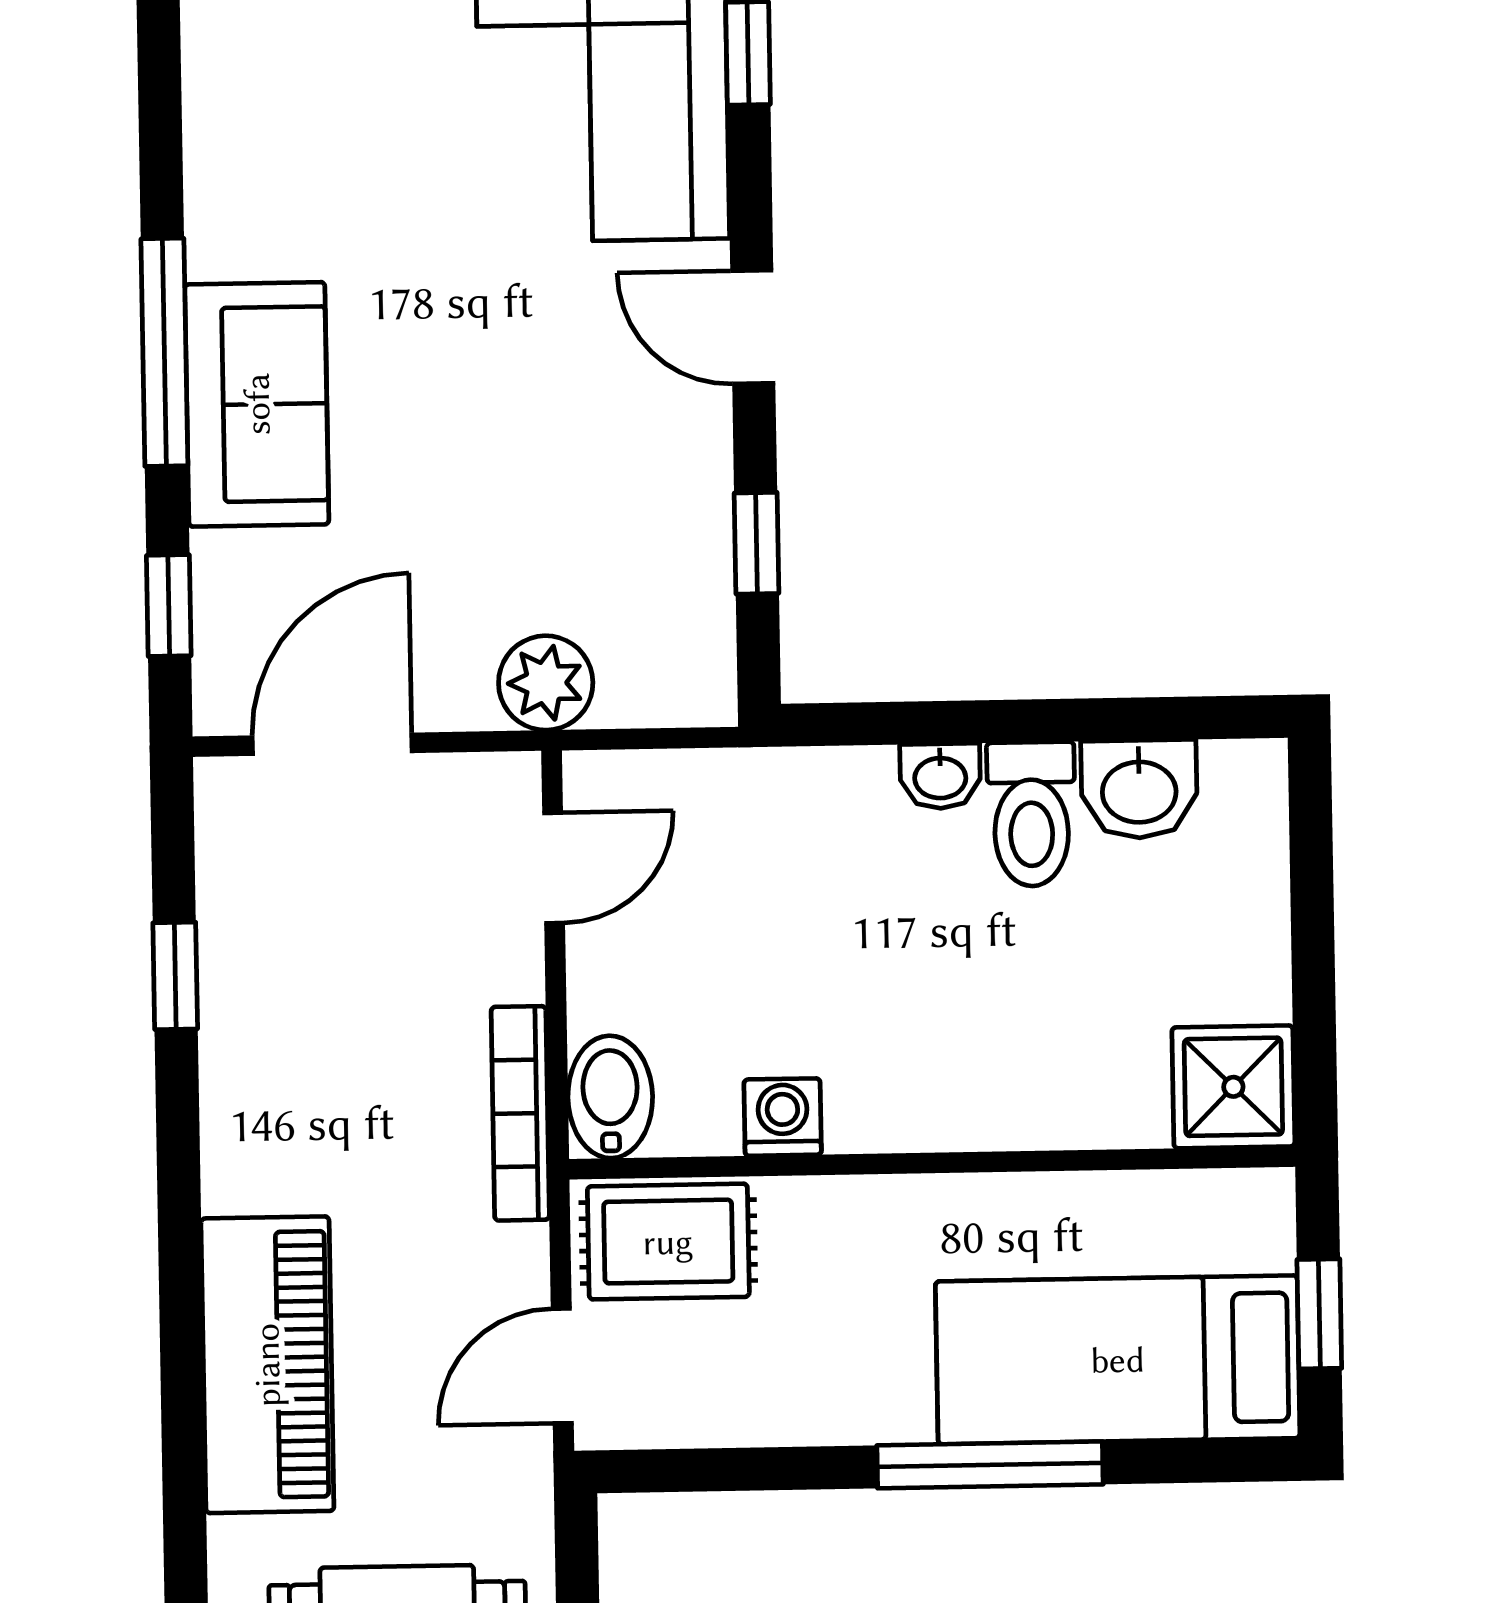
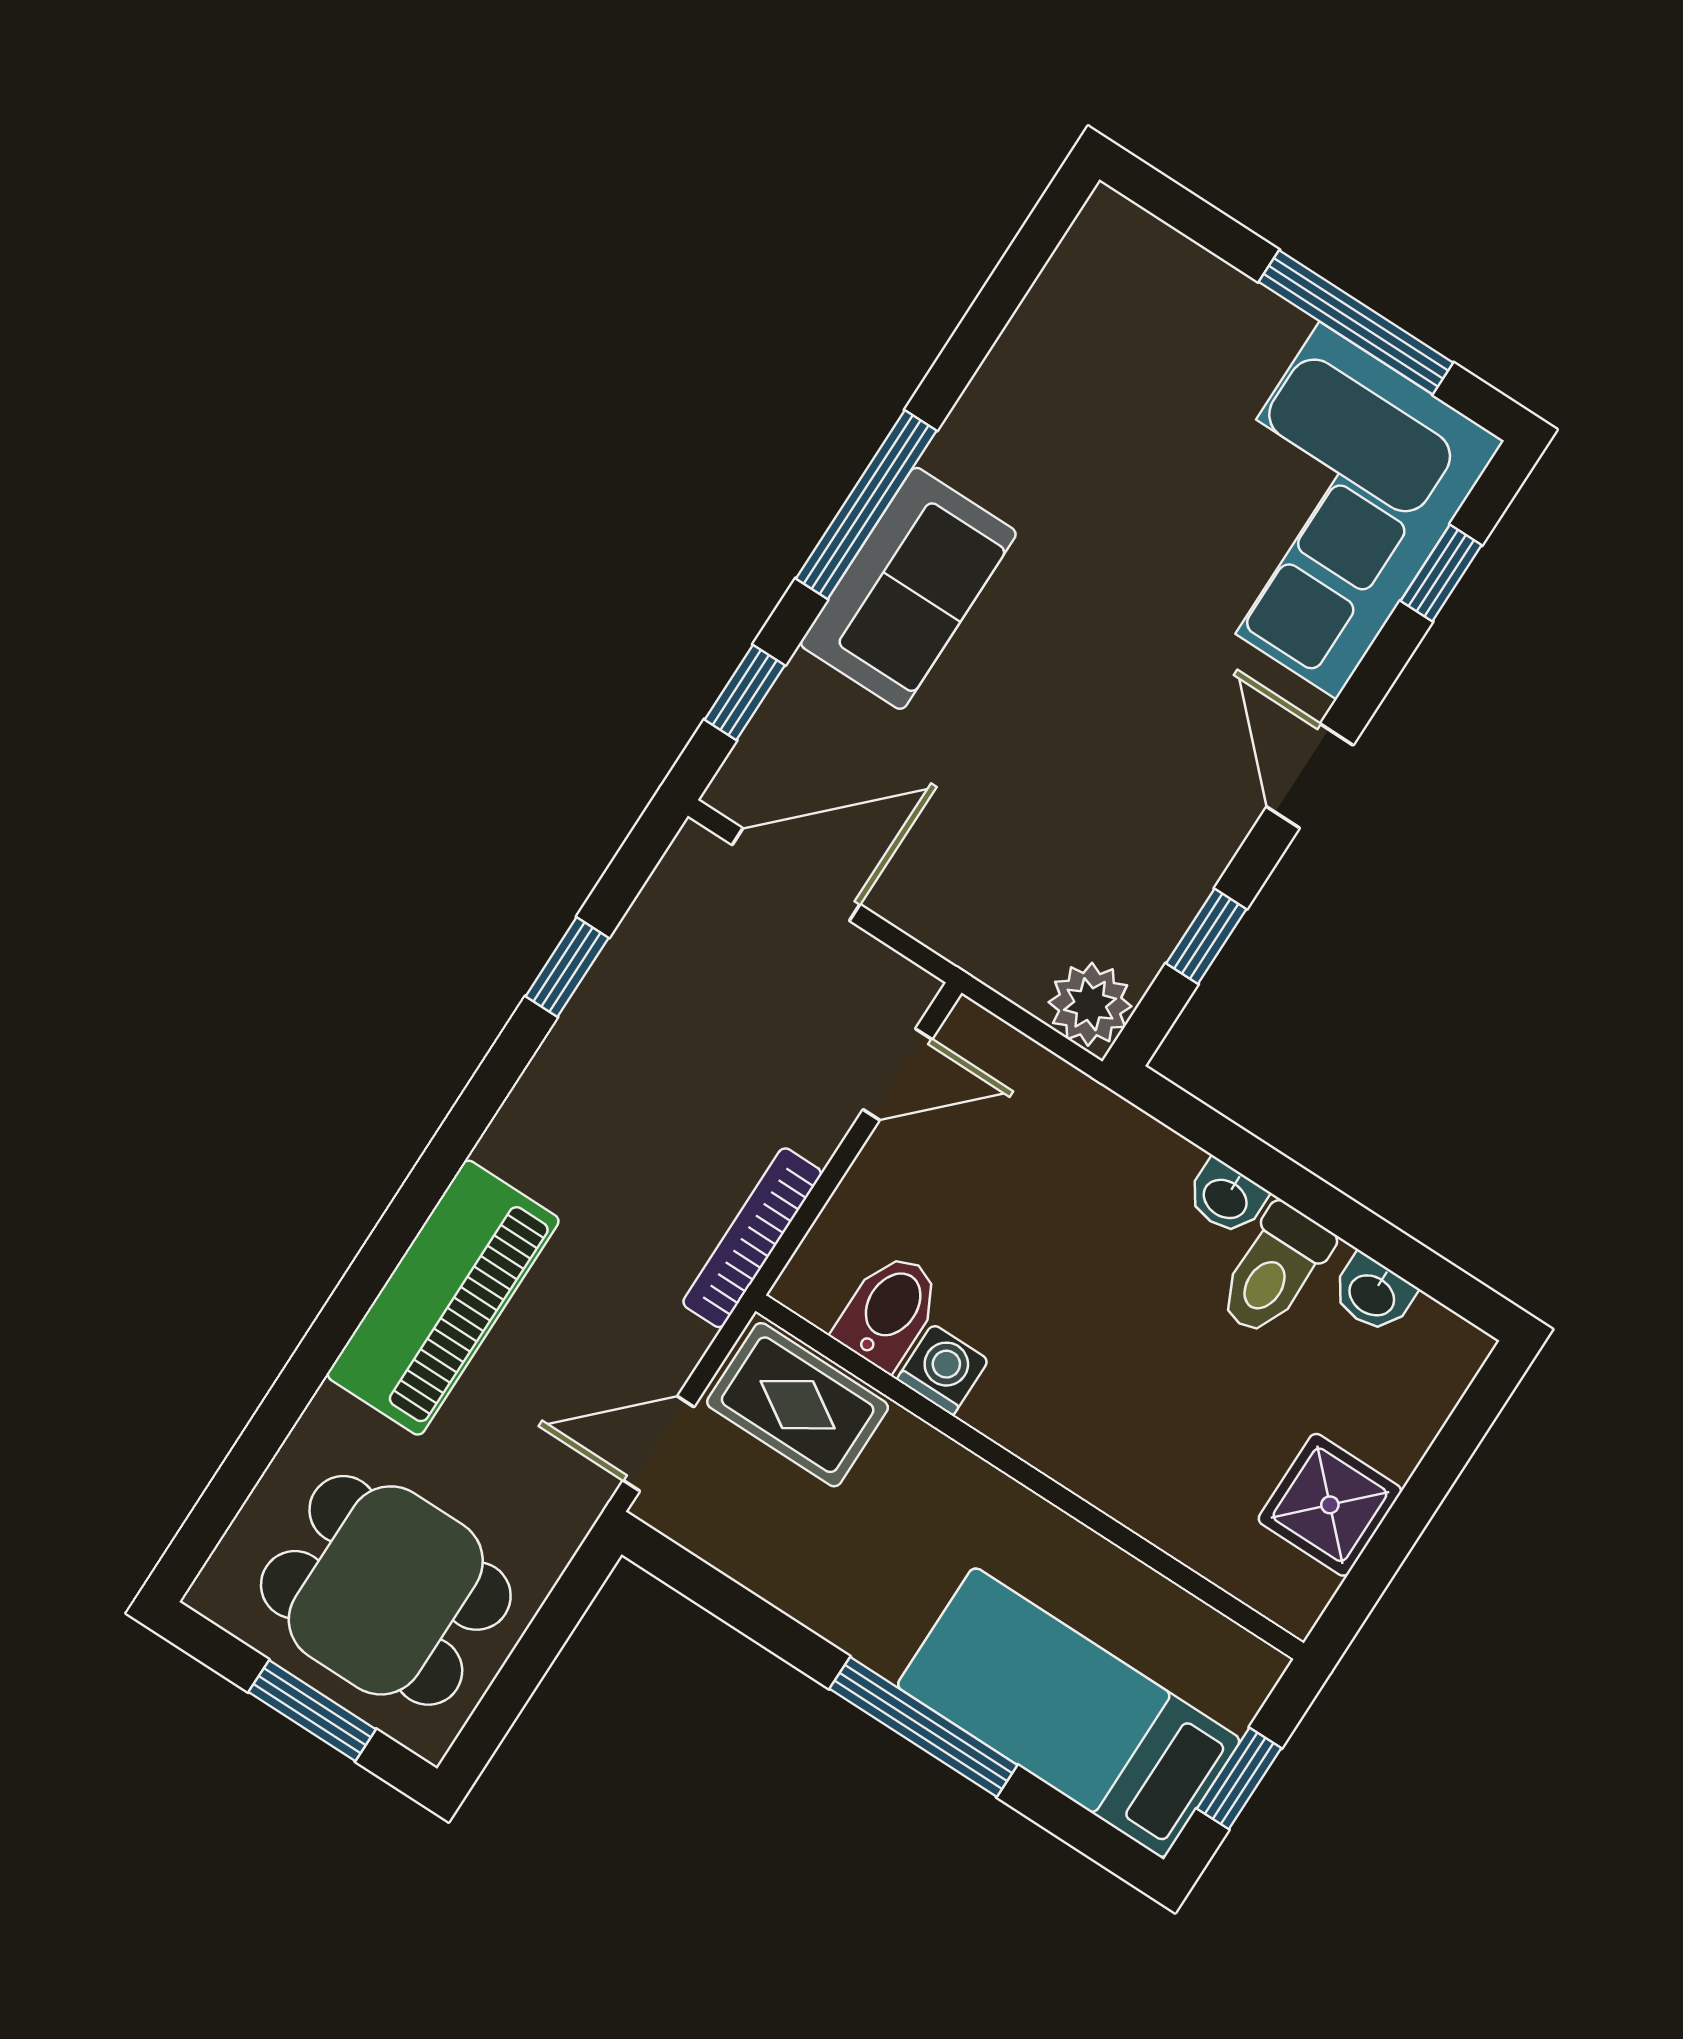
plant: (546, 683) -> (1090, 1004), moved
washbasin: (1139, 789) -> (1373, 1294), width x0.72, depth x0.69
shower: (1233, 1087) -> (1330, 1505), moved
bidet: (610, 1097) -> (889, 1311), moved

